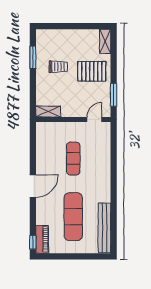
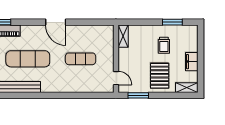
filing cabinet: (76, 36) -> (192, 62), added

